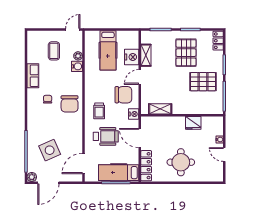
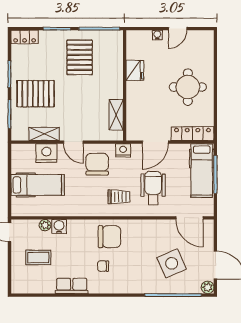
pallet: (186, 53) -> (36, 94), moved

